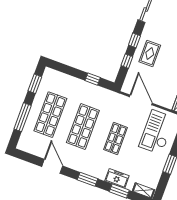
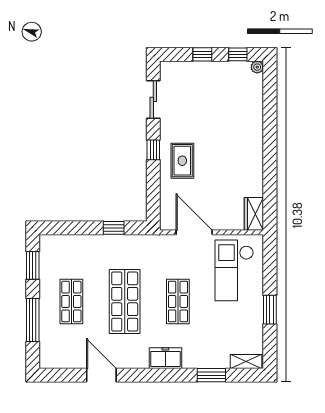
window: (127, 61) -> (153, 184), removed
shop shelf: (50, 115) -> (71, 302), width x0.70, depth x0.74
freezer: (117, 178) -> (165, 358), moved
window: (88, 179) -> (159, 375), removed

